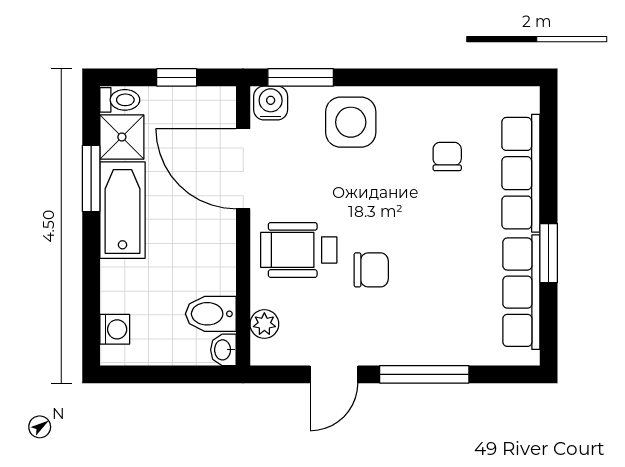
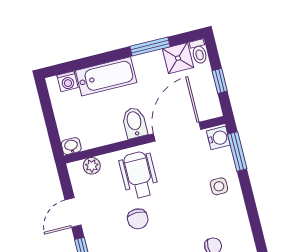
side table: (351, 122) -> (219, 186), width x0.54, depth x0.54
bathtub: (123, 210) -> (106, 76), moved
bidet: (211, 314) -> (134, 123), moved
door: (334, 374) -> (73, 213), hinge flipped

